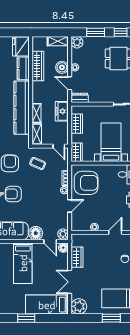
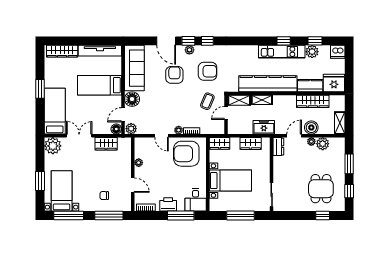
plant: (77, 42) -> (323, 144), moved
door: (59, 146) -> (226, 113), moved
armchair: (86, 183) -> (186, 154), turned 90

